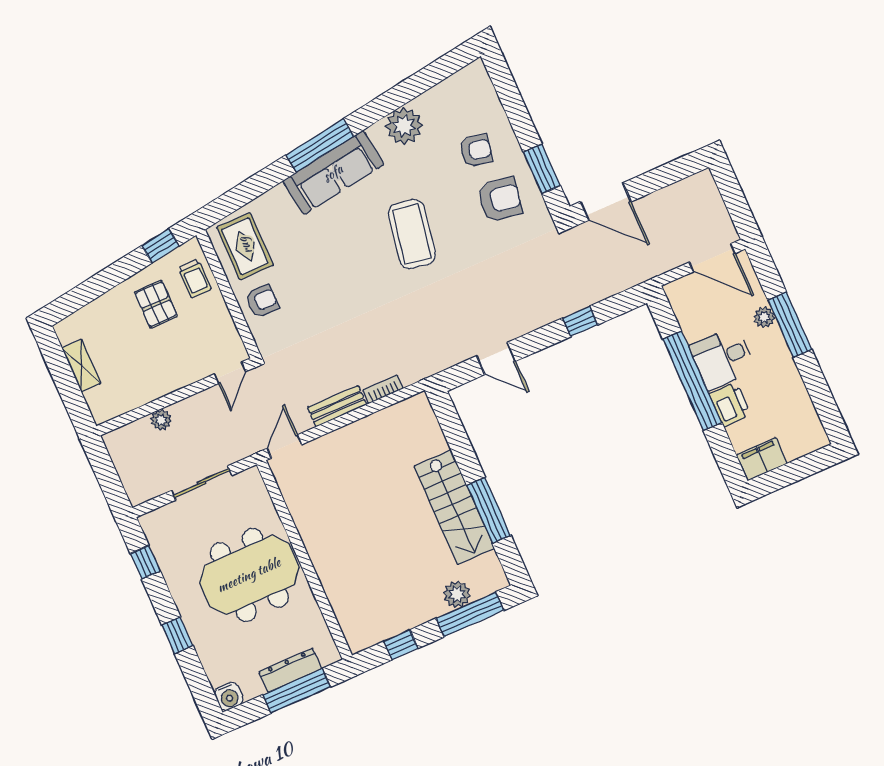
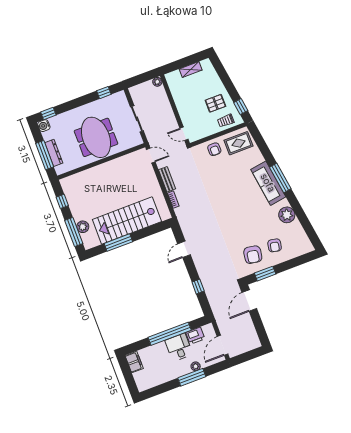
coffee table: (412, 234) -> (240, 216), removed
printer: (730, 404) -> (195, 336), moved
plant: (161, 420) -> (157, 82), moved
stairs: (454, 507) -> (127, 220), width x1.36, depth x1.51
window: (177, 635) -> (48, 114), moved

